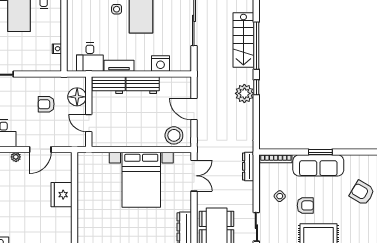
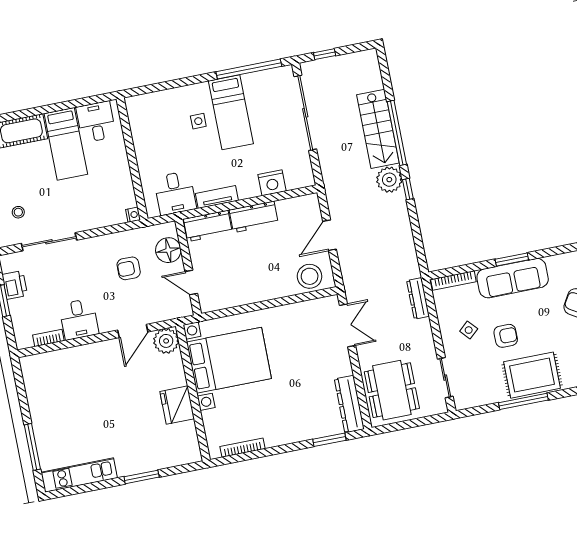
nightstand: (57, 49) -> (133, 215), moved
plant: (244, 93) -> (389, 180), moved
door: (194, 109) -> (330, 235), hinge flipped
plant: (16, 157) -> (166, 341), moved, width x1.88, depth x1.88
bed with nightstands: (141, 180) -> (229, 360), moved, turned -90
fridge: (61, 195) -> (177, 405), moved

